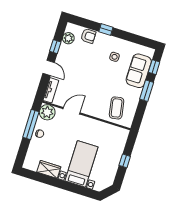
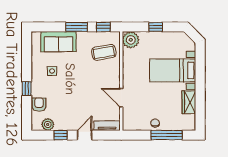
window: (154, 67) -> (103, 27), moved
plant: (47, 112) -> (131, 40), moved
window: (31, 125) -> (167, 135), moved

